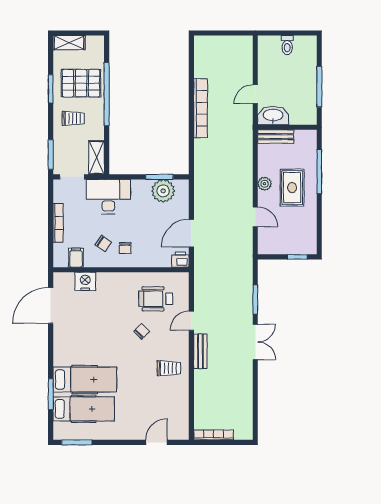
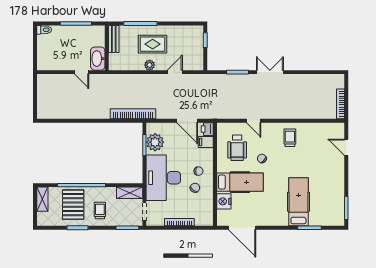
shelving: (69, 43) -> (42, 199), moved
toilet: (287, 45) -> (44, 30), moved
bookcase: (201, 108) -> (133, 114), moved
bench: (276, 137) -> (114, 39), moved
desk: (108, 197) -> (163, 178), width x1.36, depth x1.30
filing cabinet: (76, 258) -> (206, 142), moved
bench: (200, 351) -> (277, 114), removed
hospital bed: (84, 409) -> (240, 182), moved, turned 90

